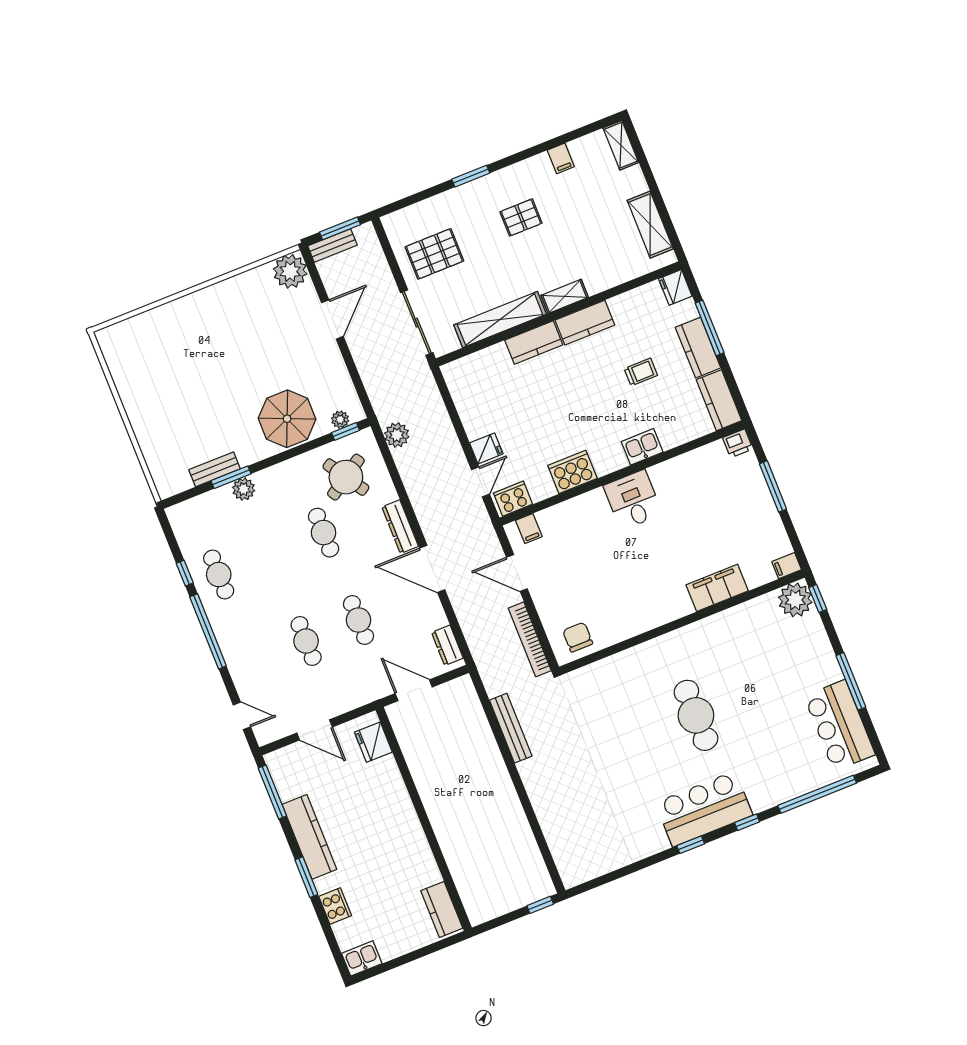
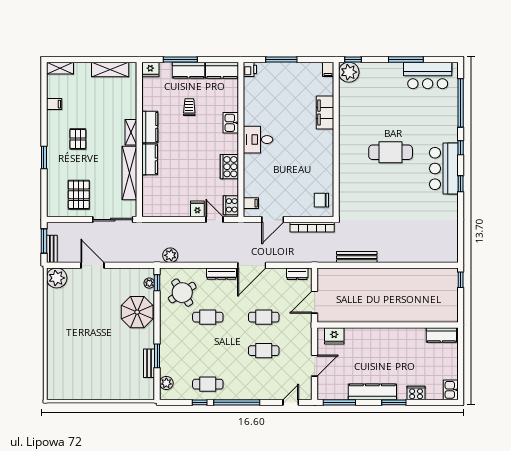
plant: (244, 489) -> (166, 383), moved

